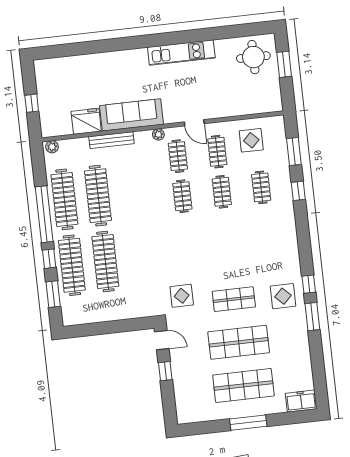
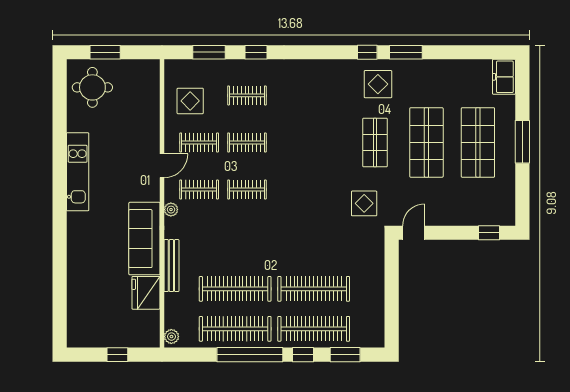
window: (165, 371) -> (489, 233), moved

